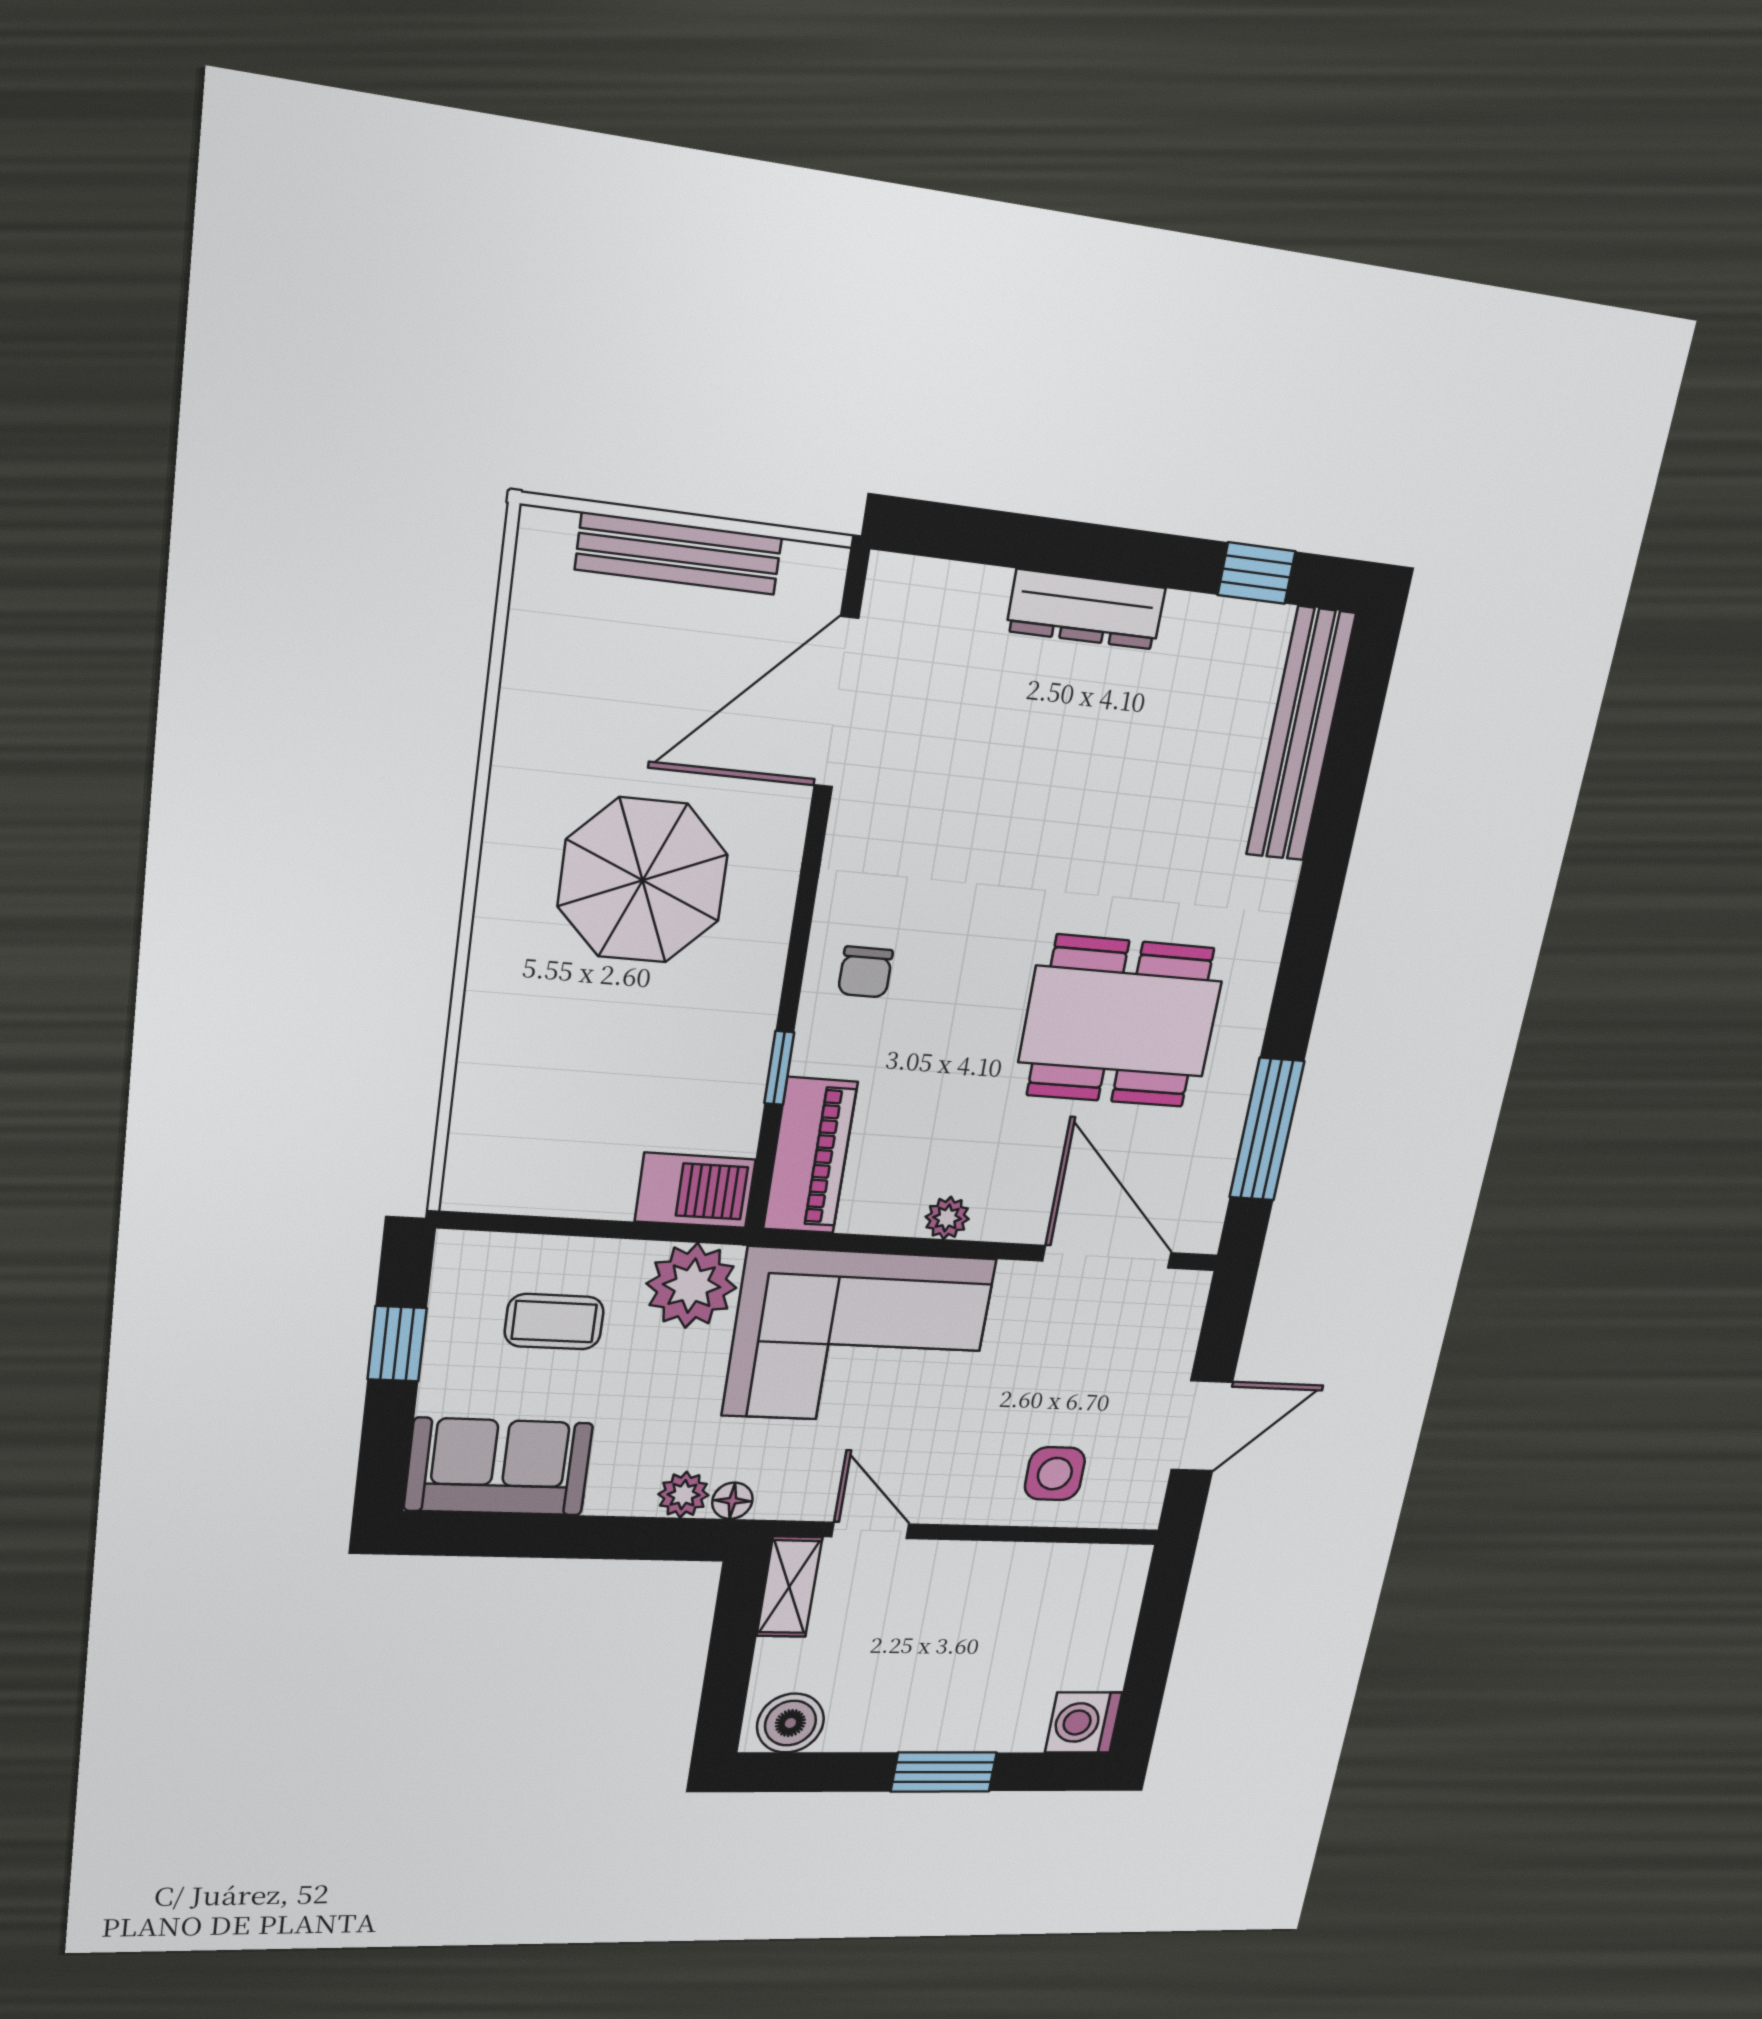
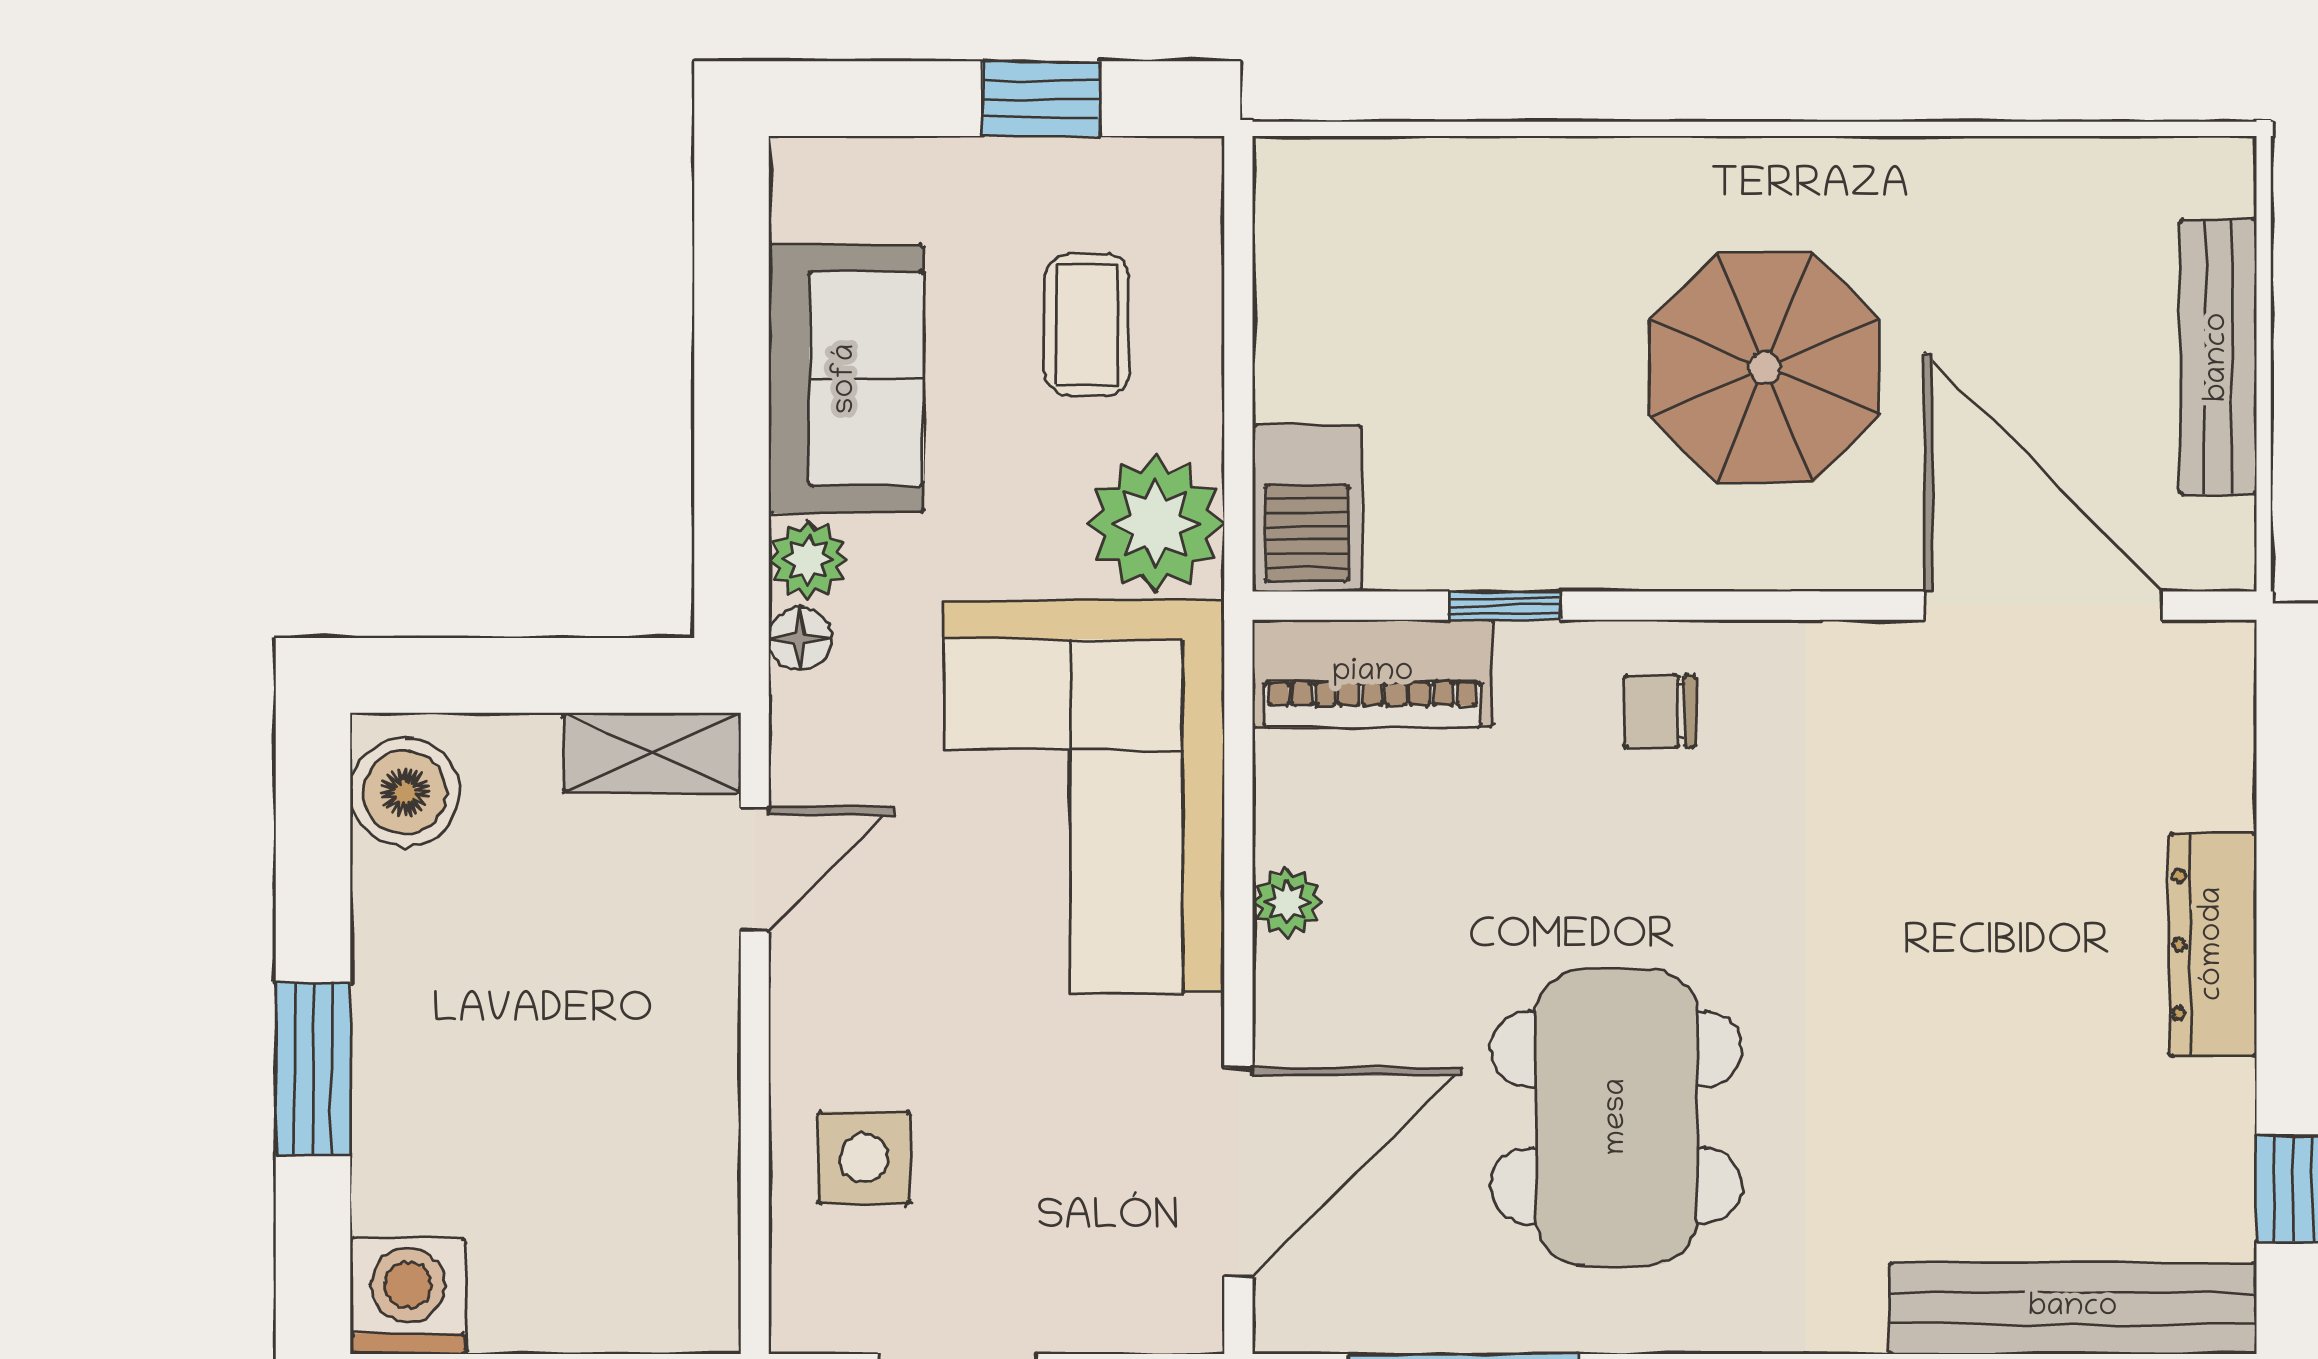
sofa: (499, 1467) -> (846, 379), moved

